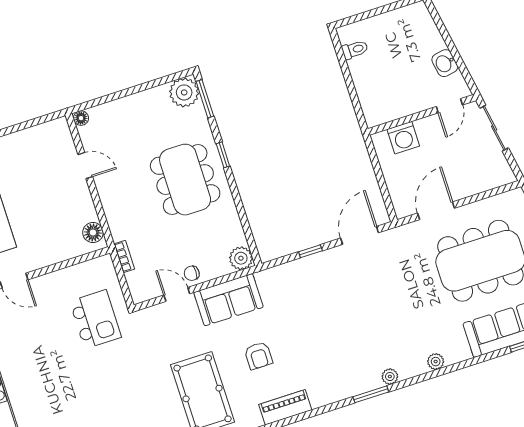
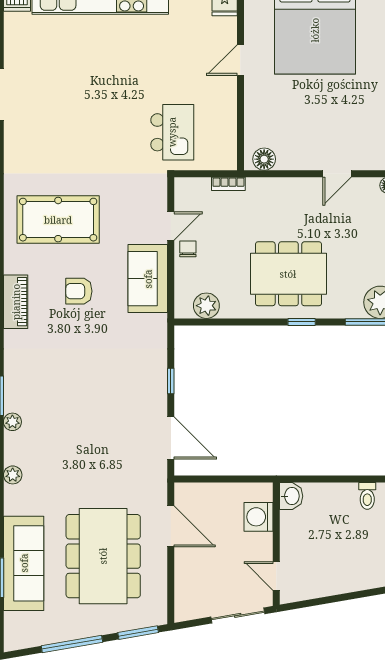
washbasin: (445, 63) -> (291, 496), moved, turned 100
plant: (241, 258) -> (206, 306), moved
kitchen island: (95, 319) -> (172, 132), turned -90

